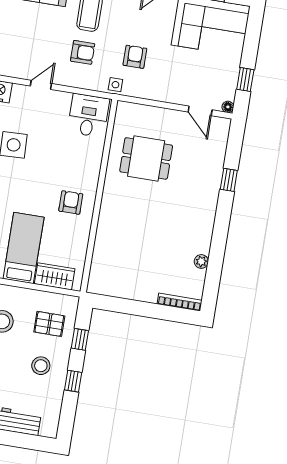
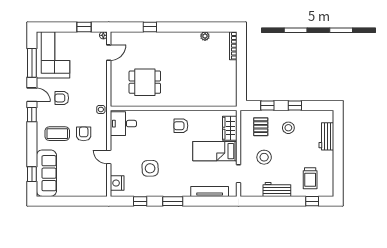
armchair: (135, 57) -> (62, 98), moved
dining table: (146, 158) -> (145, 82), turned 90

